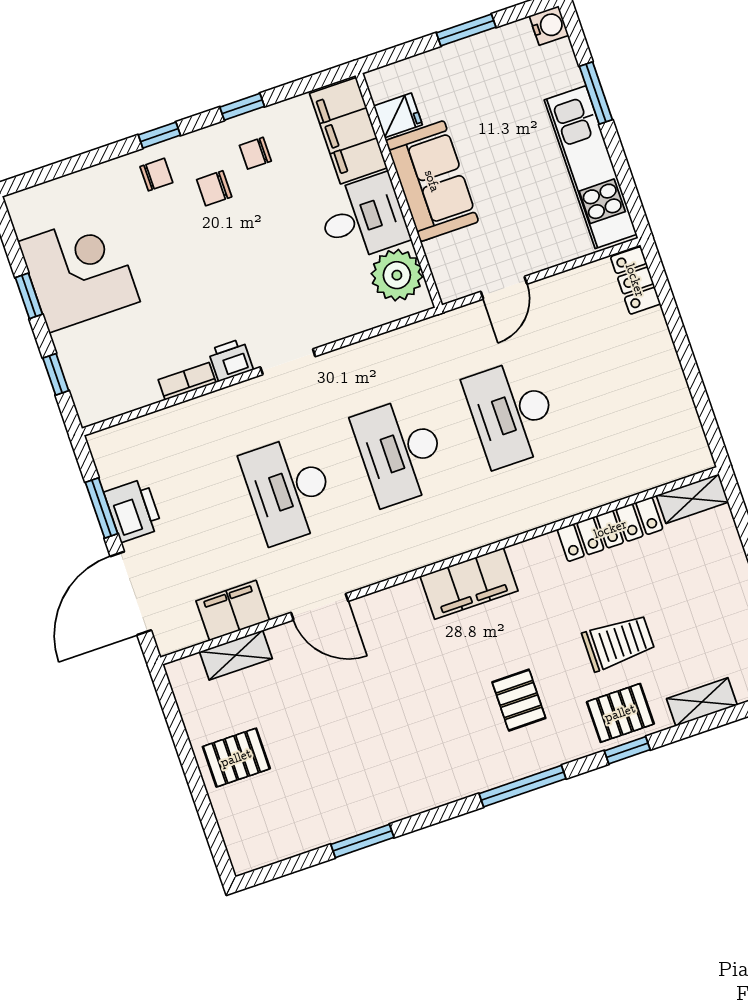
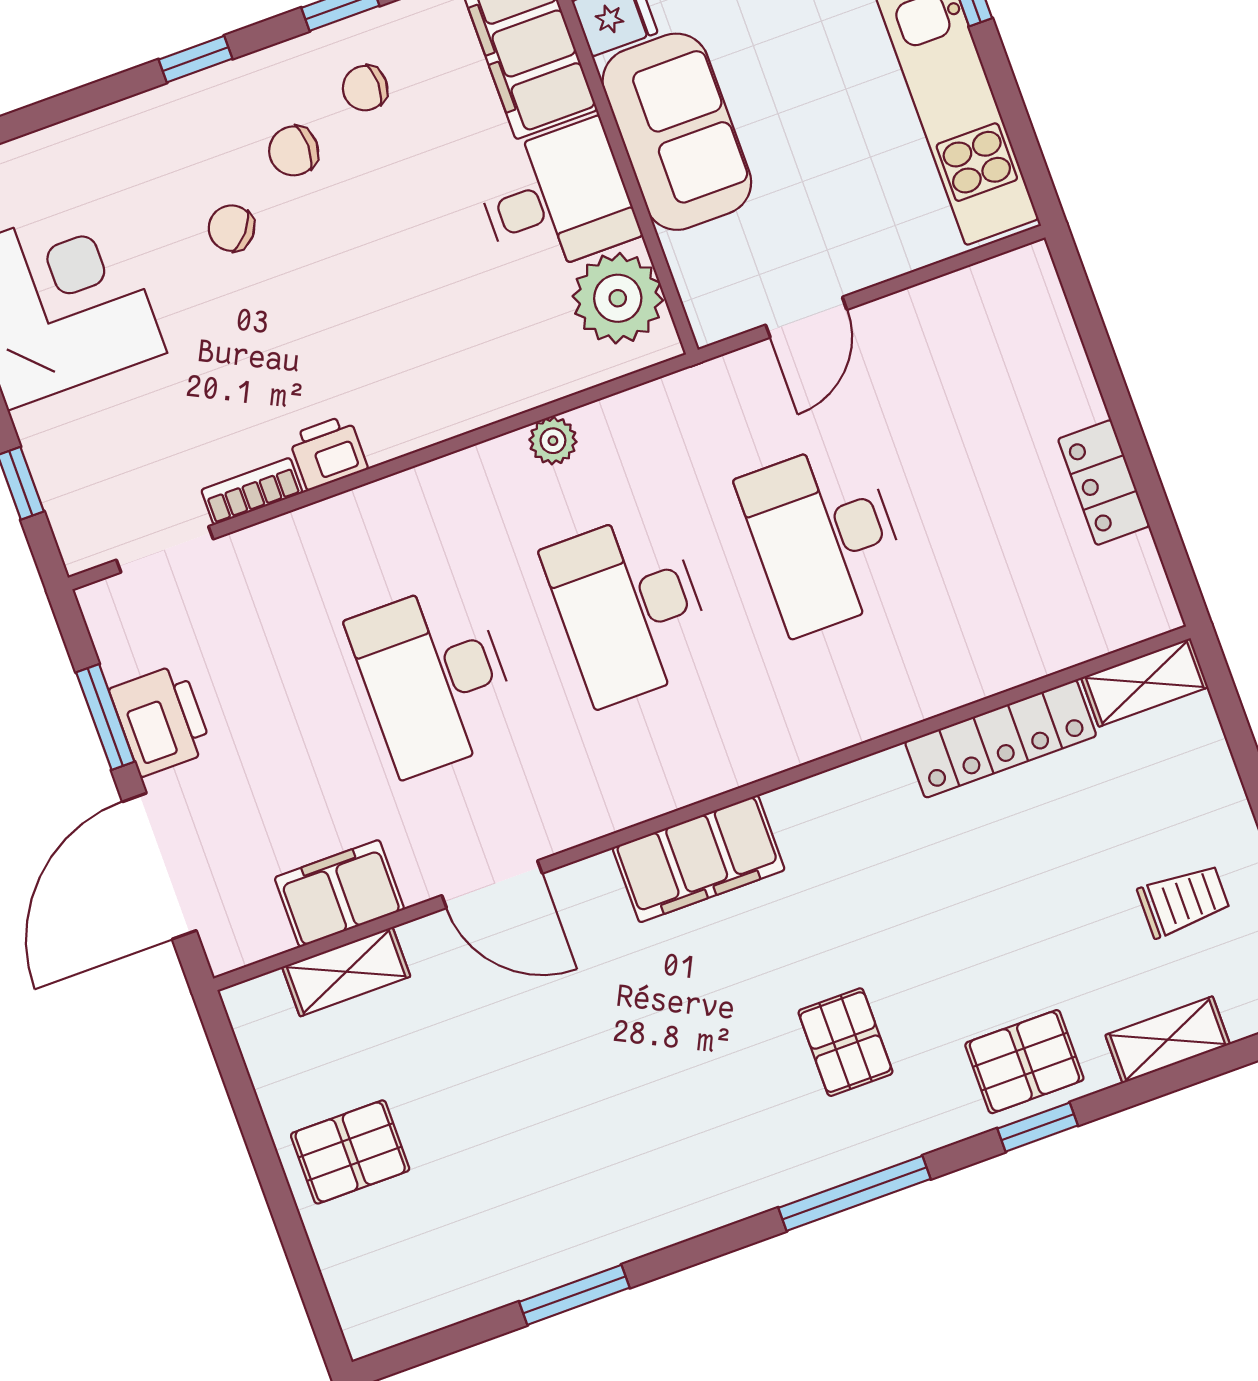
chair: (156, 175) -> (231, 228), moved, turned -140
locker: (635, 280) -> (1104, 482), moved
plant: (359, 355) -> (553, 441), added
doorway: (288, 362) -> (165, 549), moved
filing cabinet: (469, 584) -> (699, 859), moved
trolley: (618, 642) -> (1184, 901), moved, width x0.73, depth x0.72

